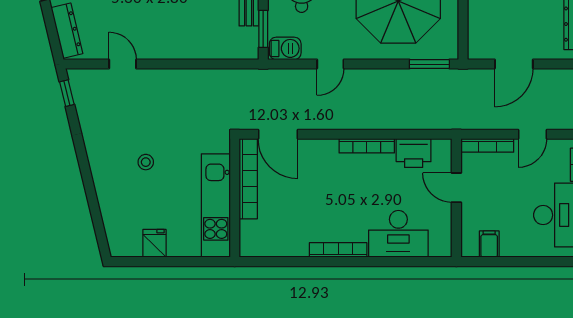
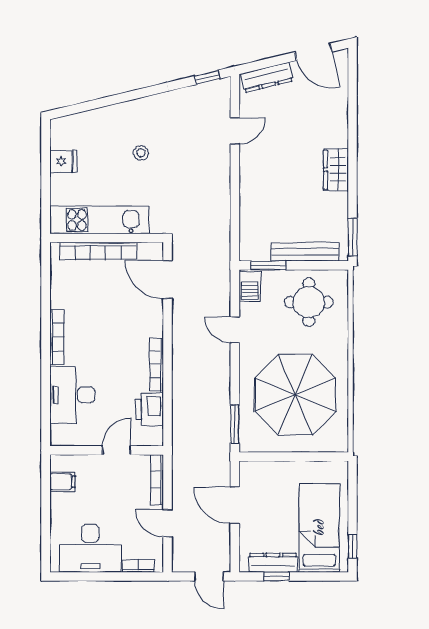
door: (278, 134) -> (168, 280), hinge flipped
bookcase: (248, 179) -> (98, 251), moved

